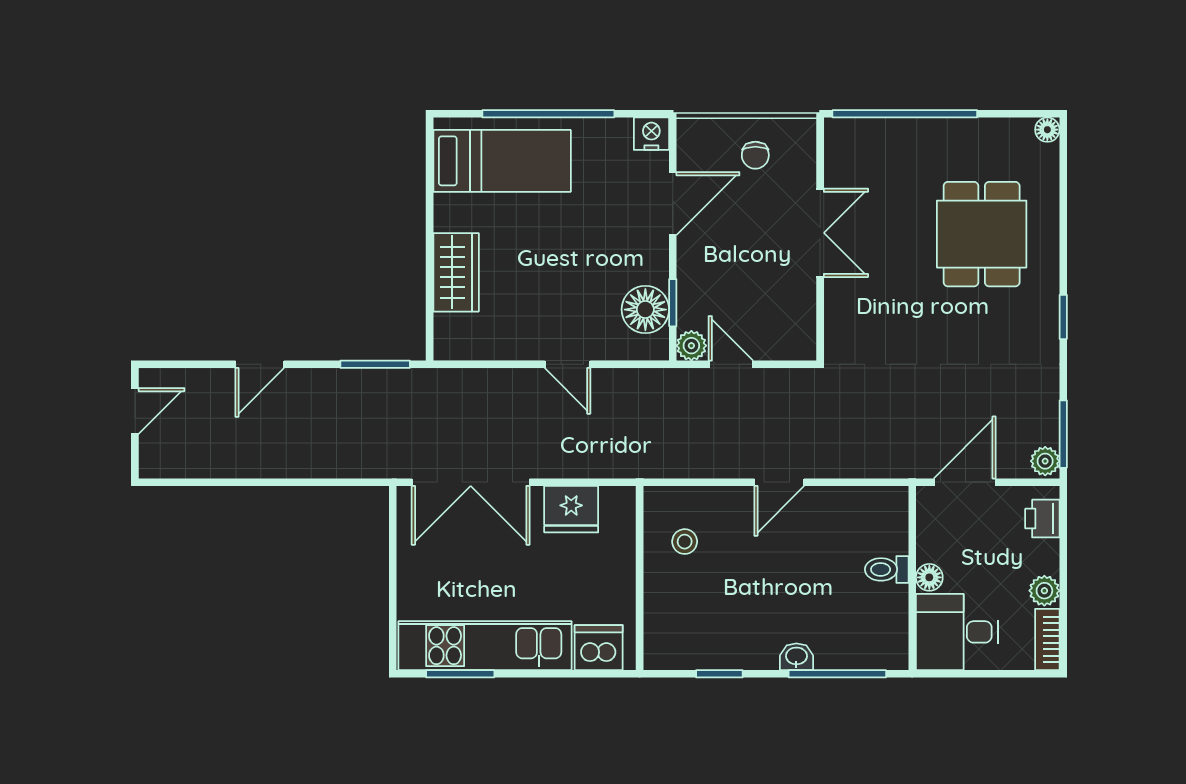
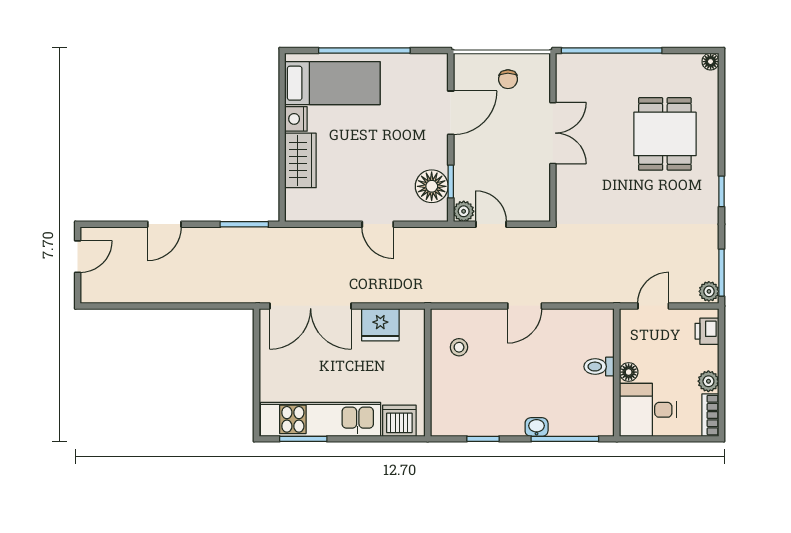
nightstand: (651, 134) -> (296, 119), moved, turned -90
door: (965, 482) -> (653, 306), width x0.73

